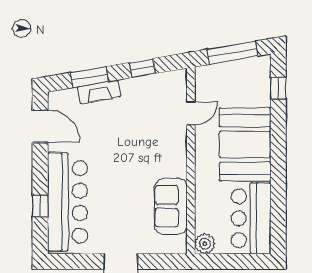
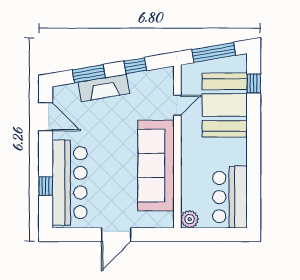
fireplace: (99, 92) -> (104, 88), width x1.37, depth x1.32
booth: (245, 145) -> (225, 105), moved
sofa: (171, 206) -> (156, 166), width x1.85, depth x1.27

